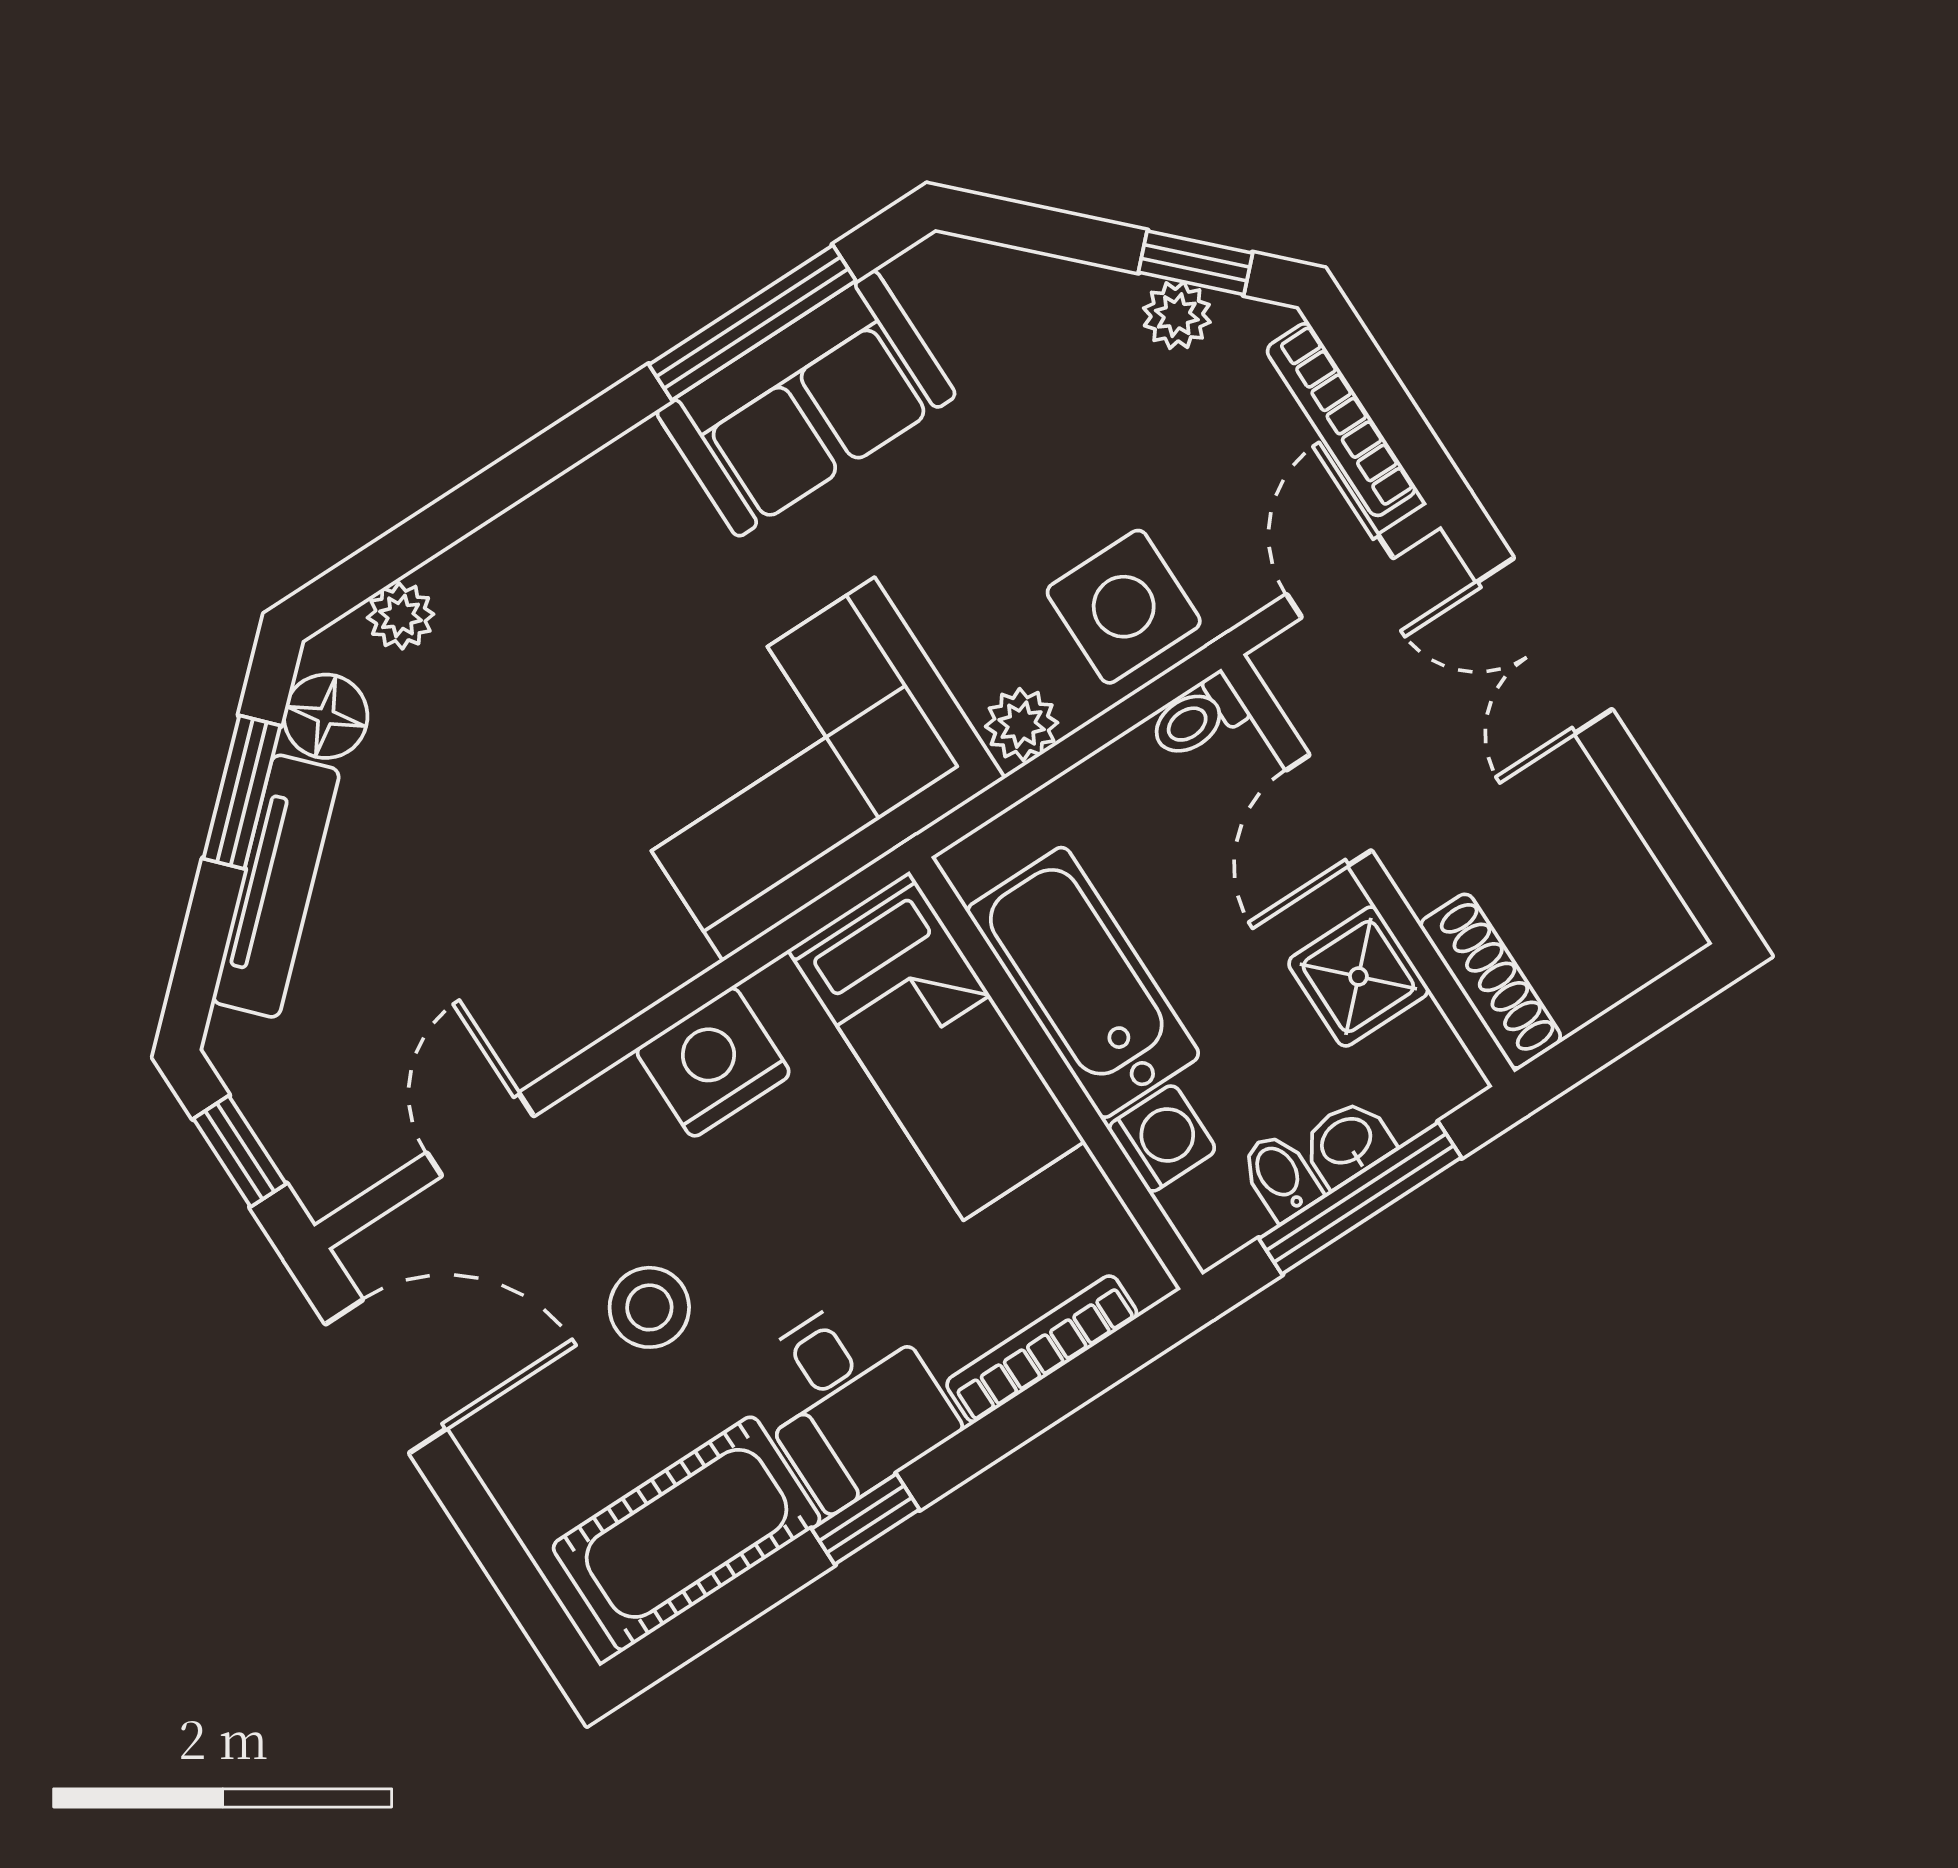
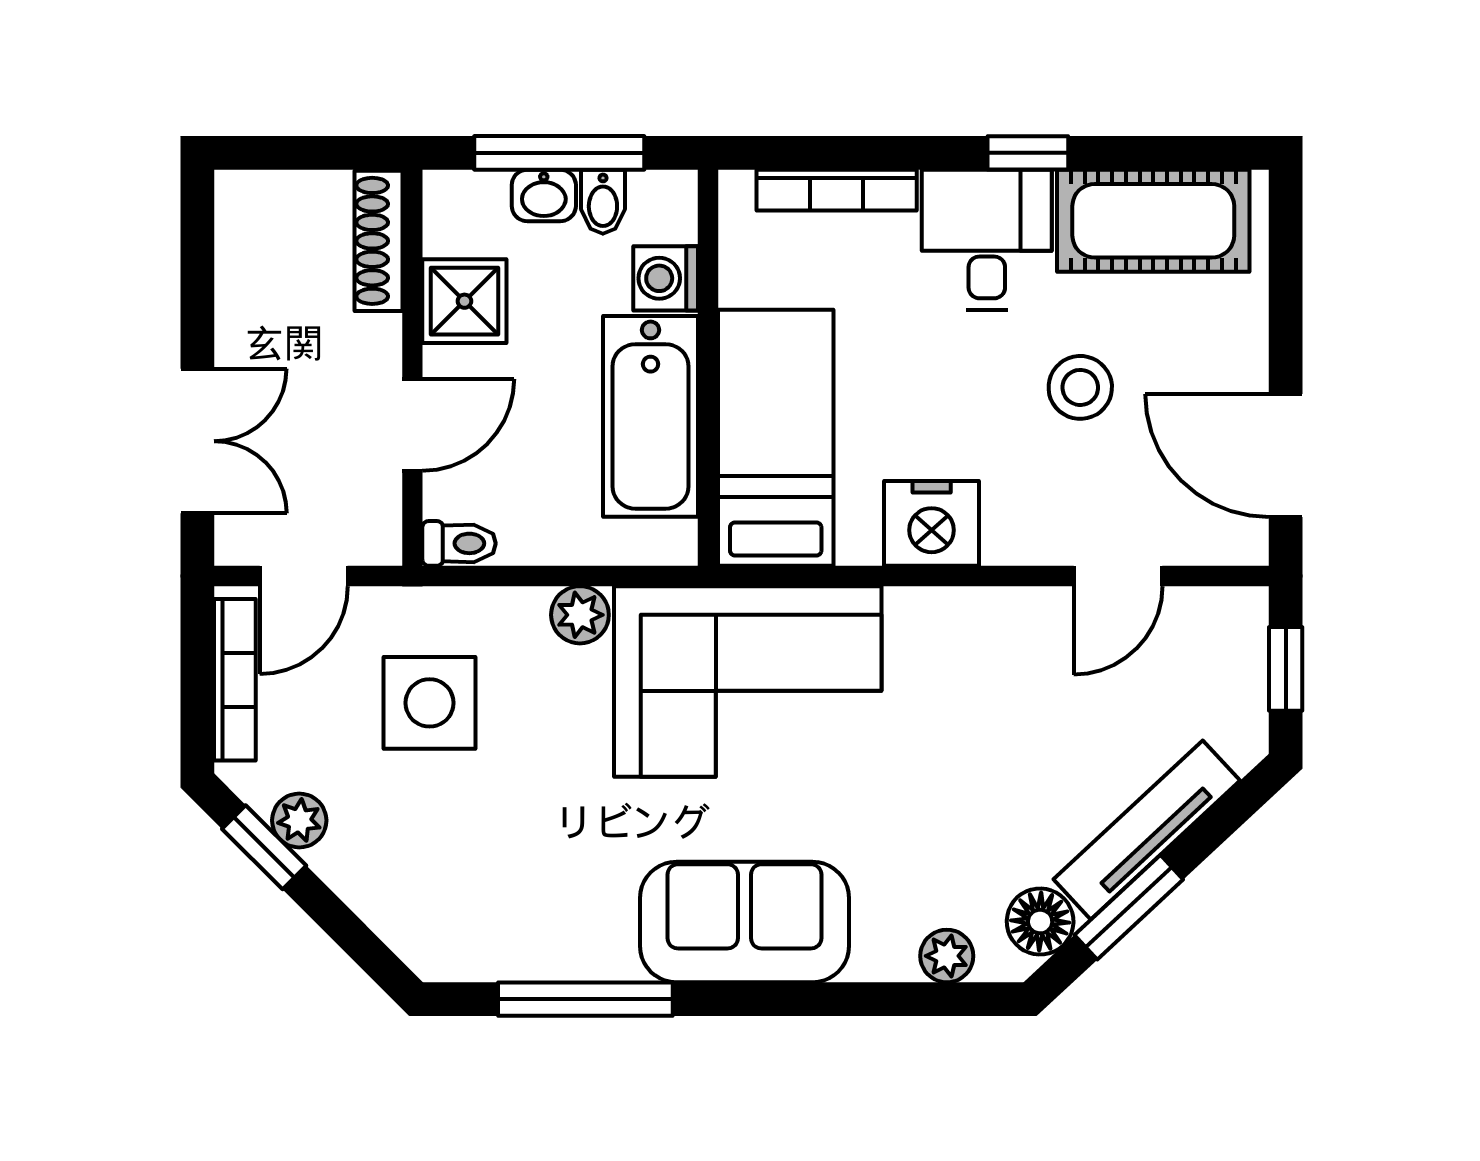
sofa: (806, 404) -> (744, 922), moved
side table: (1124, 607) -> (430, 703), moved

